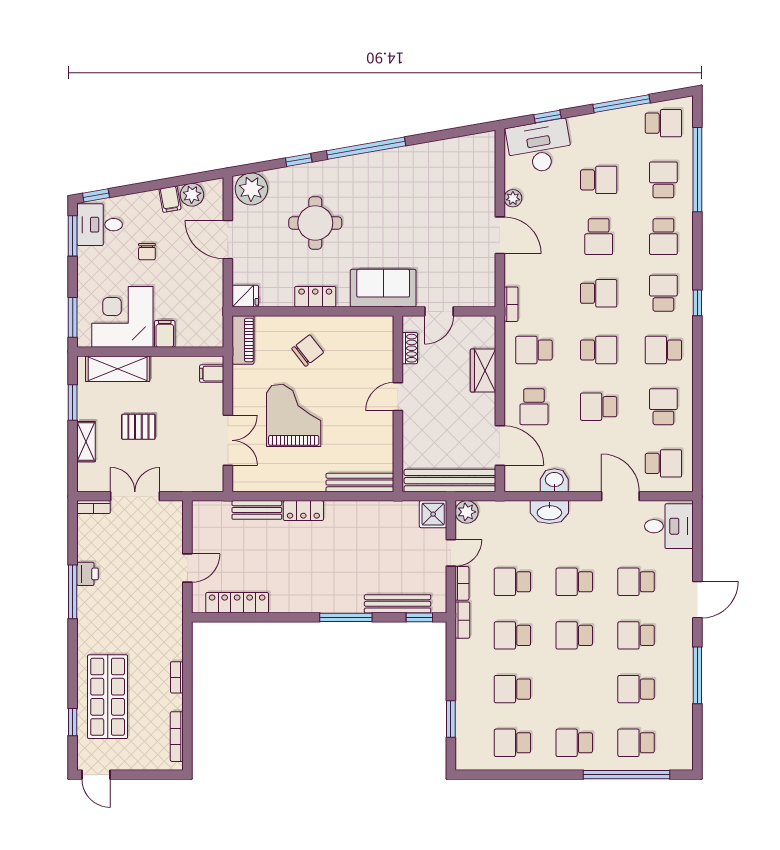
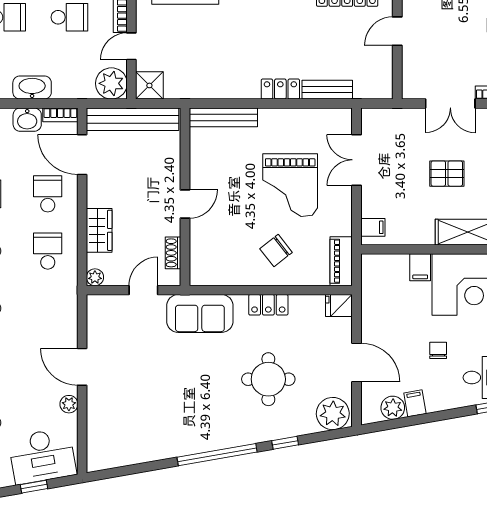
bookcase: (511, 304) -> (60, 115), moved, turned -90
plant: (487, 324) -> (95, 277), added
school desk: (534, 350) -> (48, 251), turned -90
plant: (467, 512) -> (111, 83), width x1.36, depth x1.36

